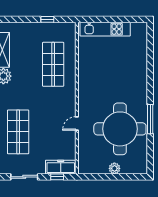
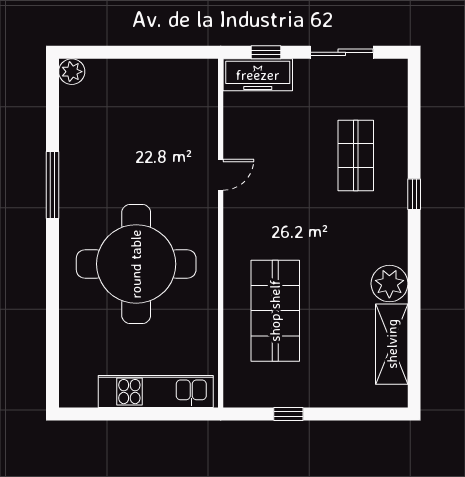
round table: (120, 129) -> (136, 264), moved
shop shelf: (18, 132) -> (356, 155), width x0.70, depth x0.74
plant: (114, 168) -> (72, 72), moved

